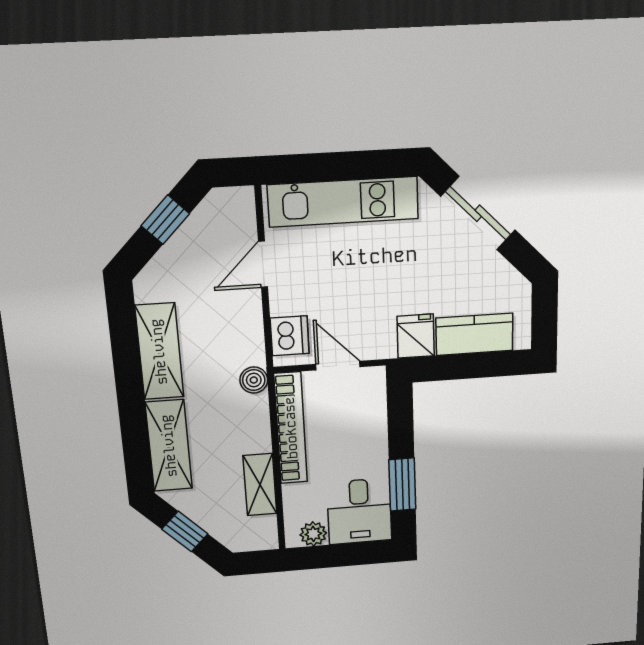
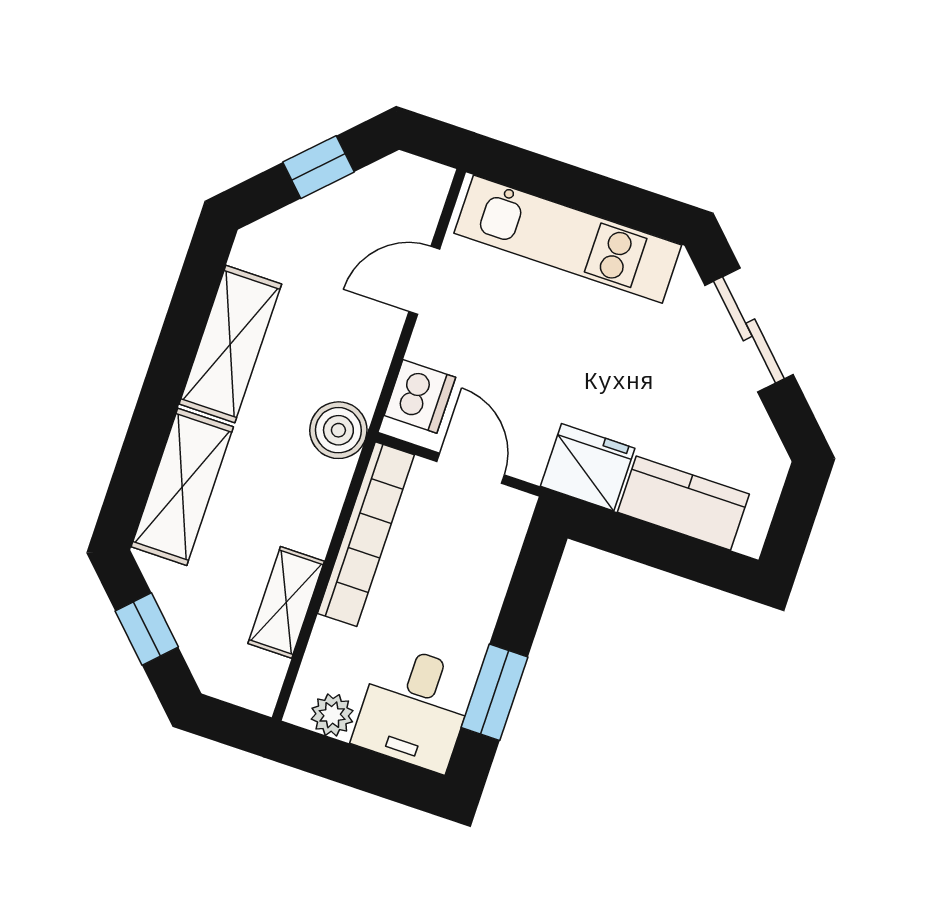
fridge: (416, 336) -> (588, 467), width x1.38
boiler: (254, 380) -> (338, 430), width x1.36, depth x1.36

